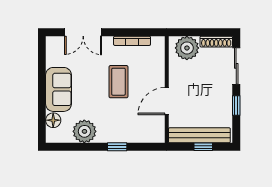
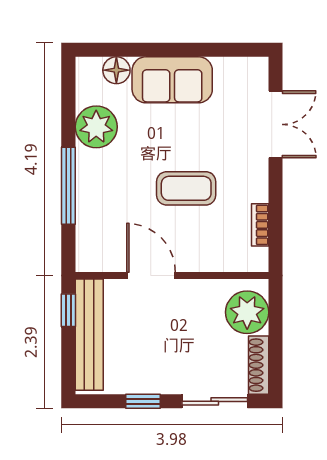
double door: (83, 32) -> (275, 124), swing flipped
bookcase: (132, 41) -> (260, 225), width x0.64
window: (117, 147) -> (68, 186), width x2.17
window: (203, 147) -> (68, 310), moved

